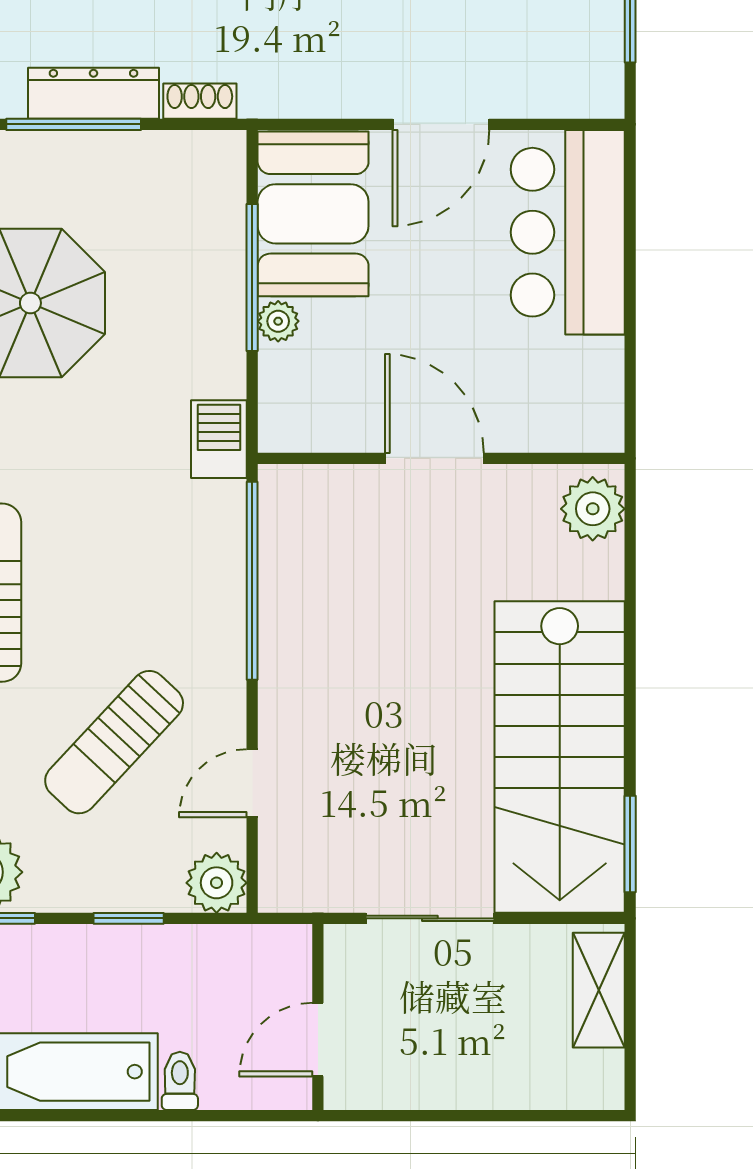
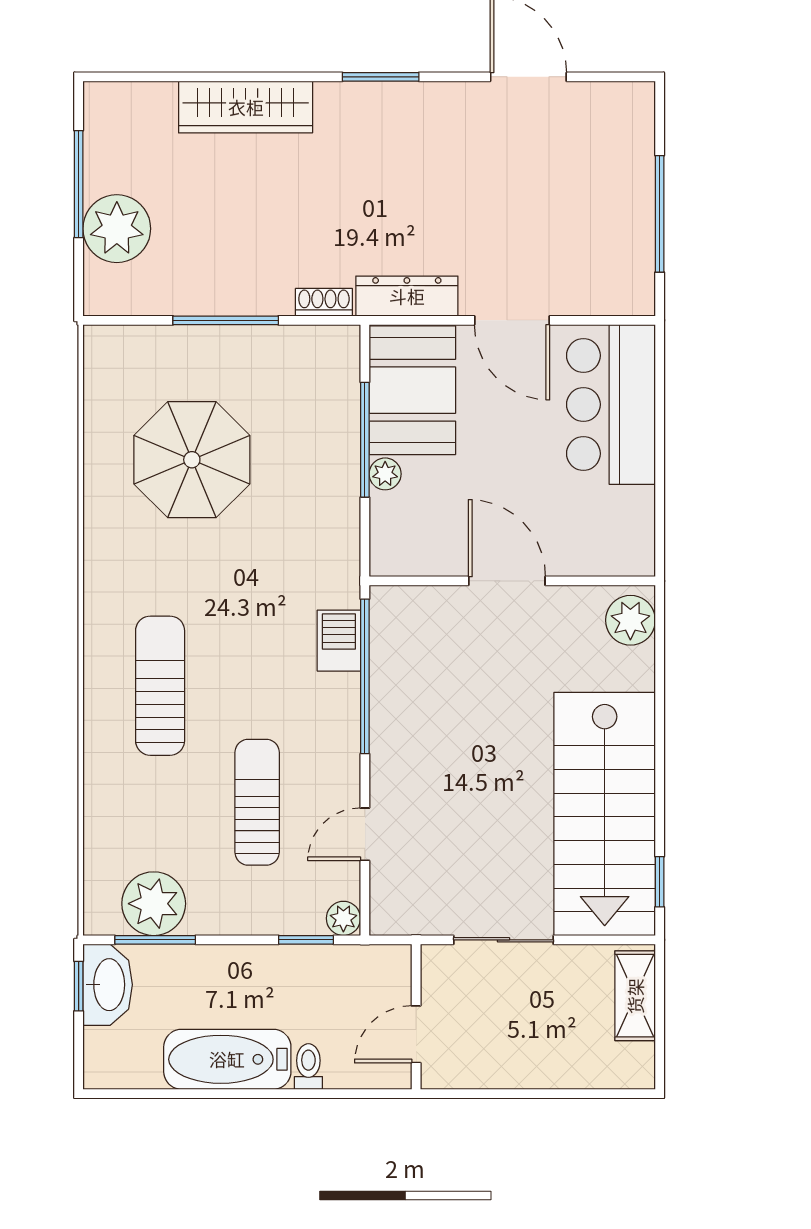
dresser: (93, 93) -> (407, 296), moved
door: (441, 124) -> (512, 320), hinge flipped
barbecue: (219, 439) -> (339, 641), moved
sun lounger: (114, 742) -> (257, 802), turned 137
window: (630, 844) -> (660, 882), width x0.67
plant: (217, 883) -> (343, 918), width x0.73, depth x0.73
window: (129, 918) -> (306, 940), moved

